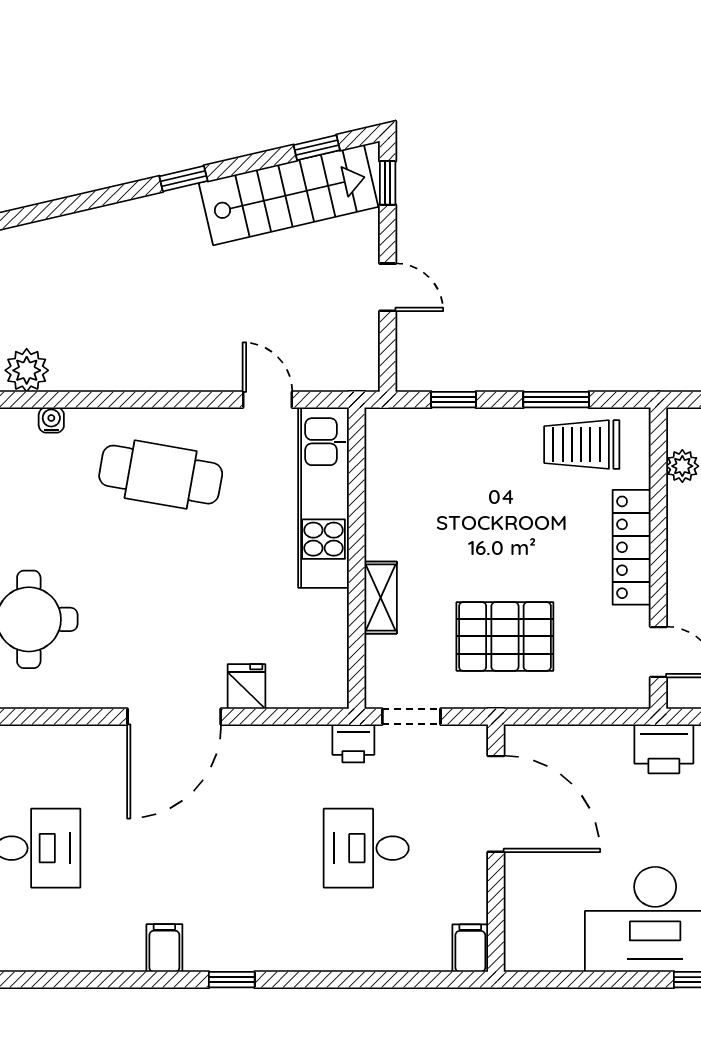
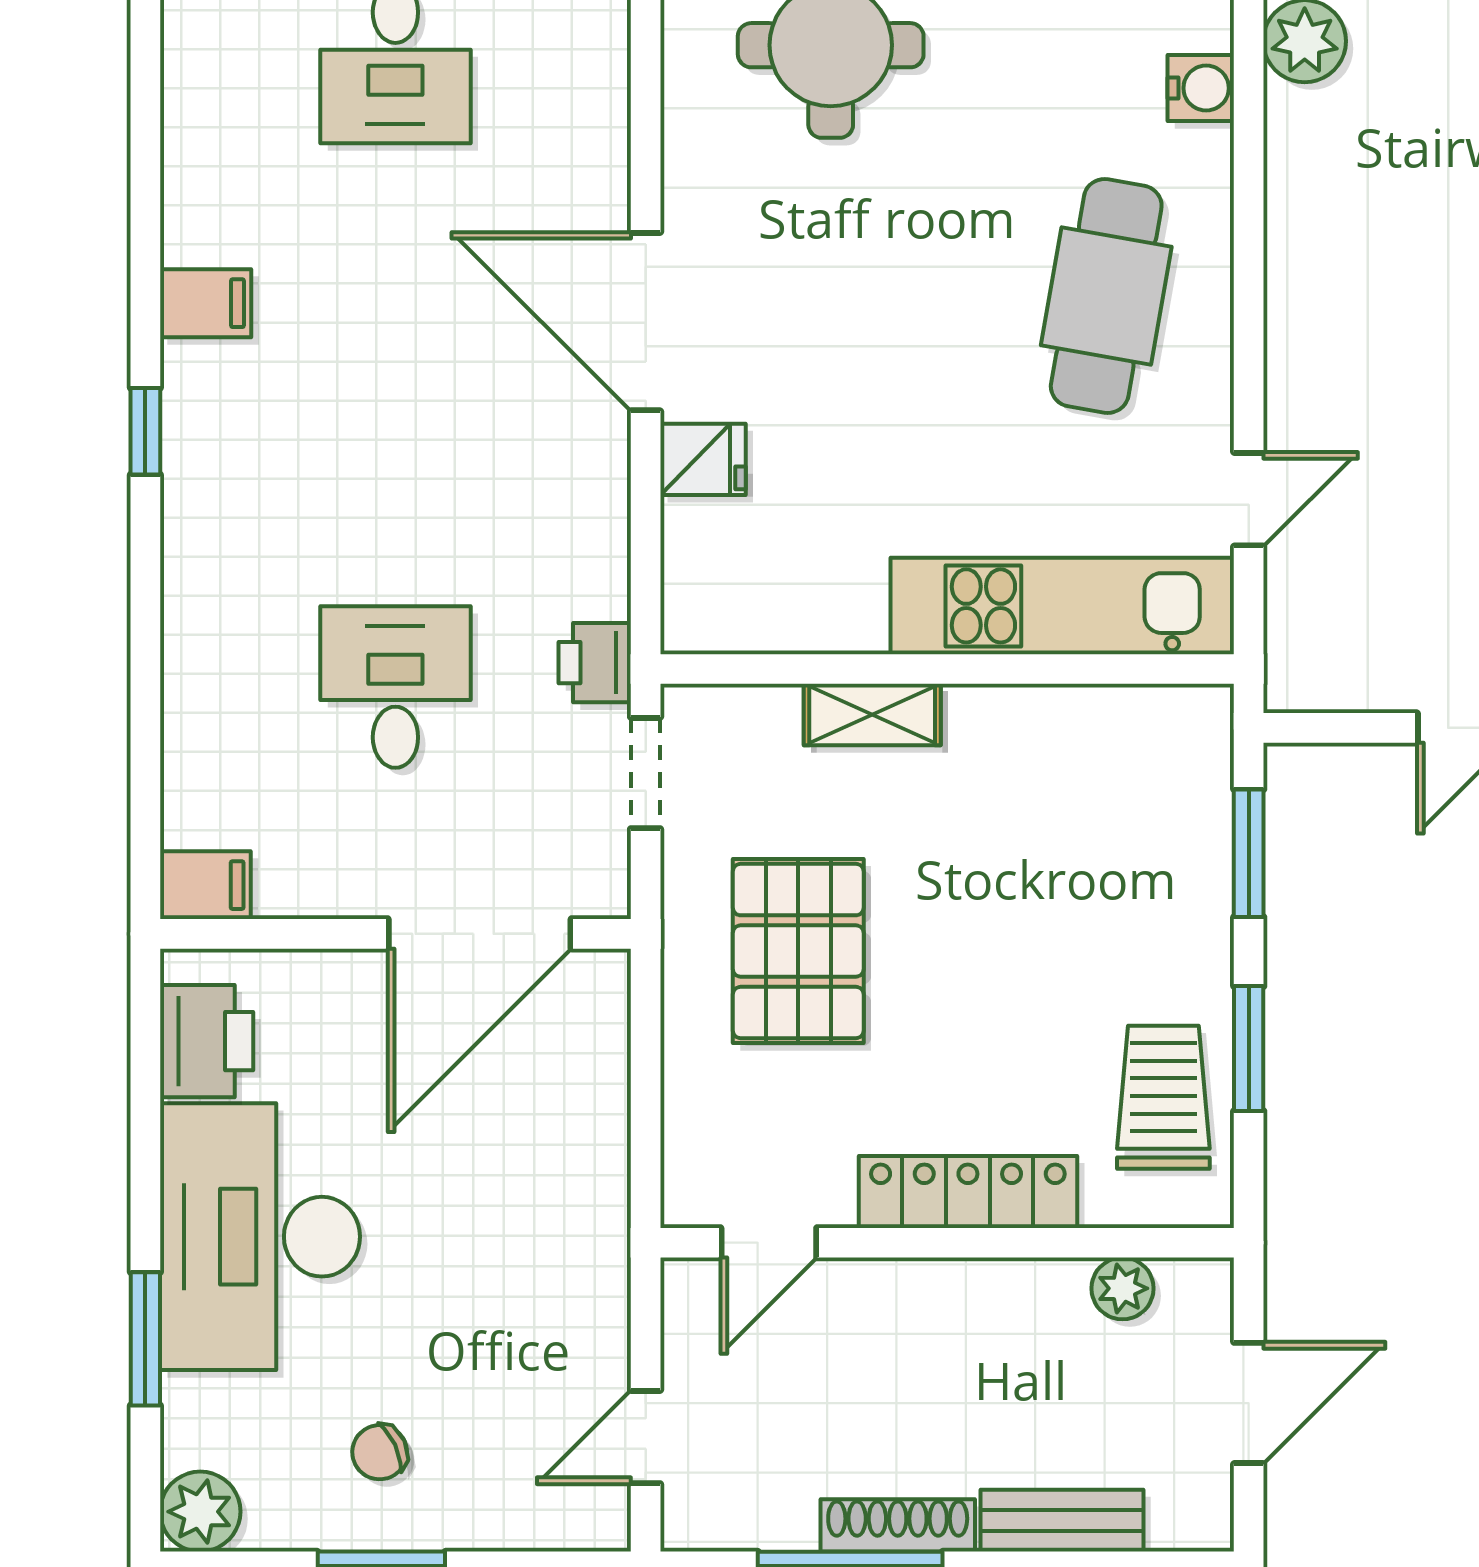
window: (454, 400) -> (1249, 853), width x1.50
water cooler: (51, 420) -> (1201, 88), width x1.38, depth x1.38
printer: (664, 749) -> (207, 1041), moved, turned 180

